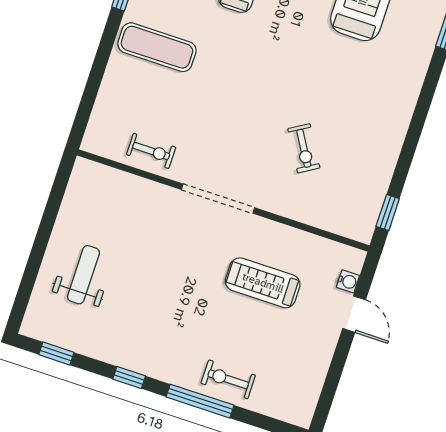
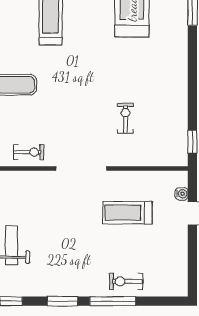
exercise bike: (304, 148) -> (125, 118), turned -149
window: (129, 378) -> (62, 301), width x1.50

